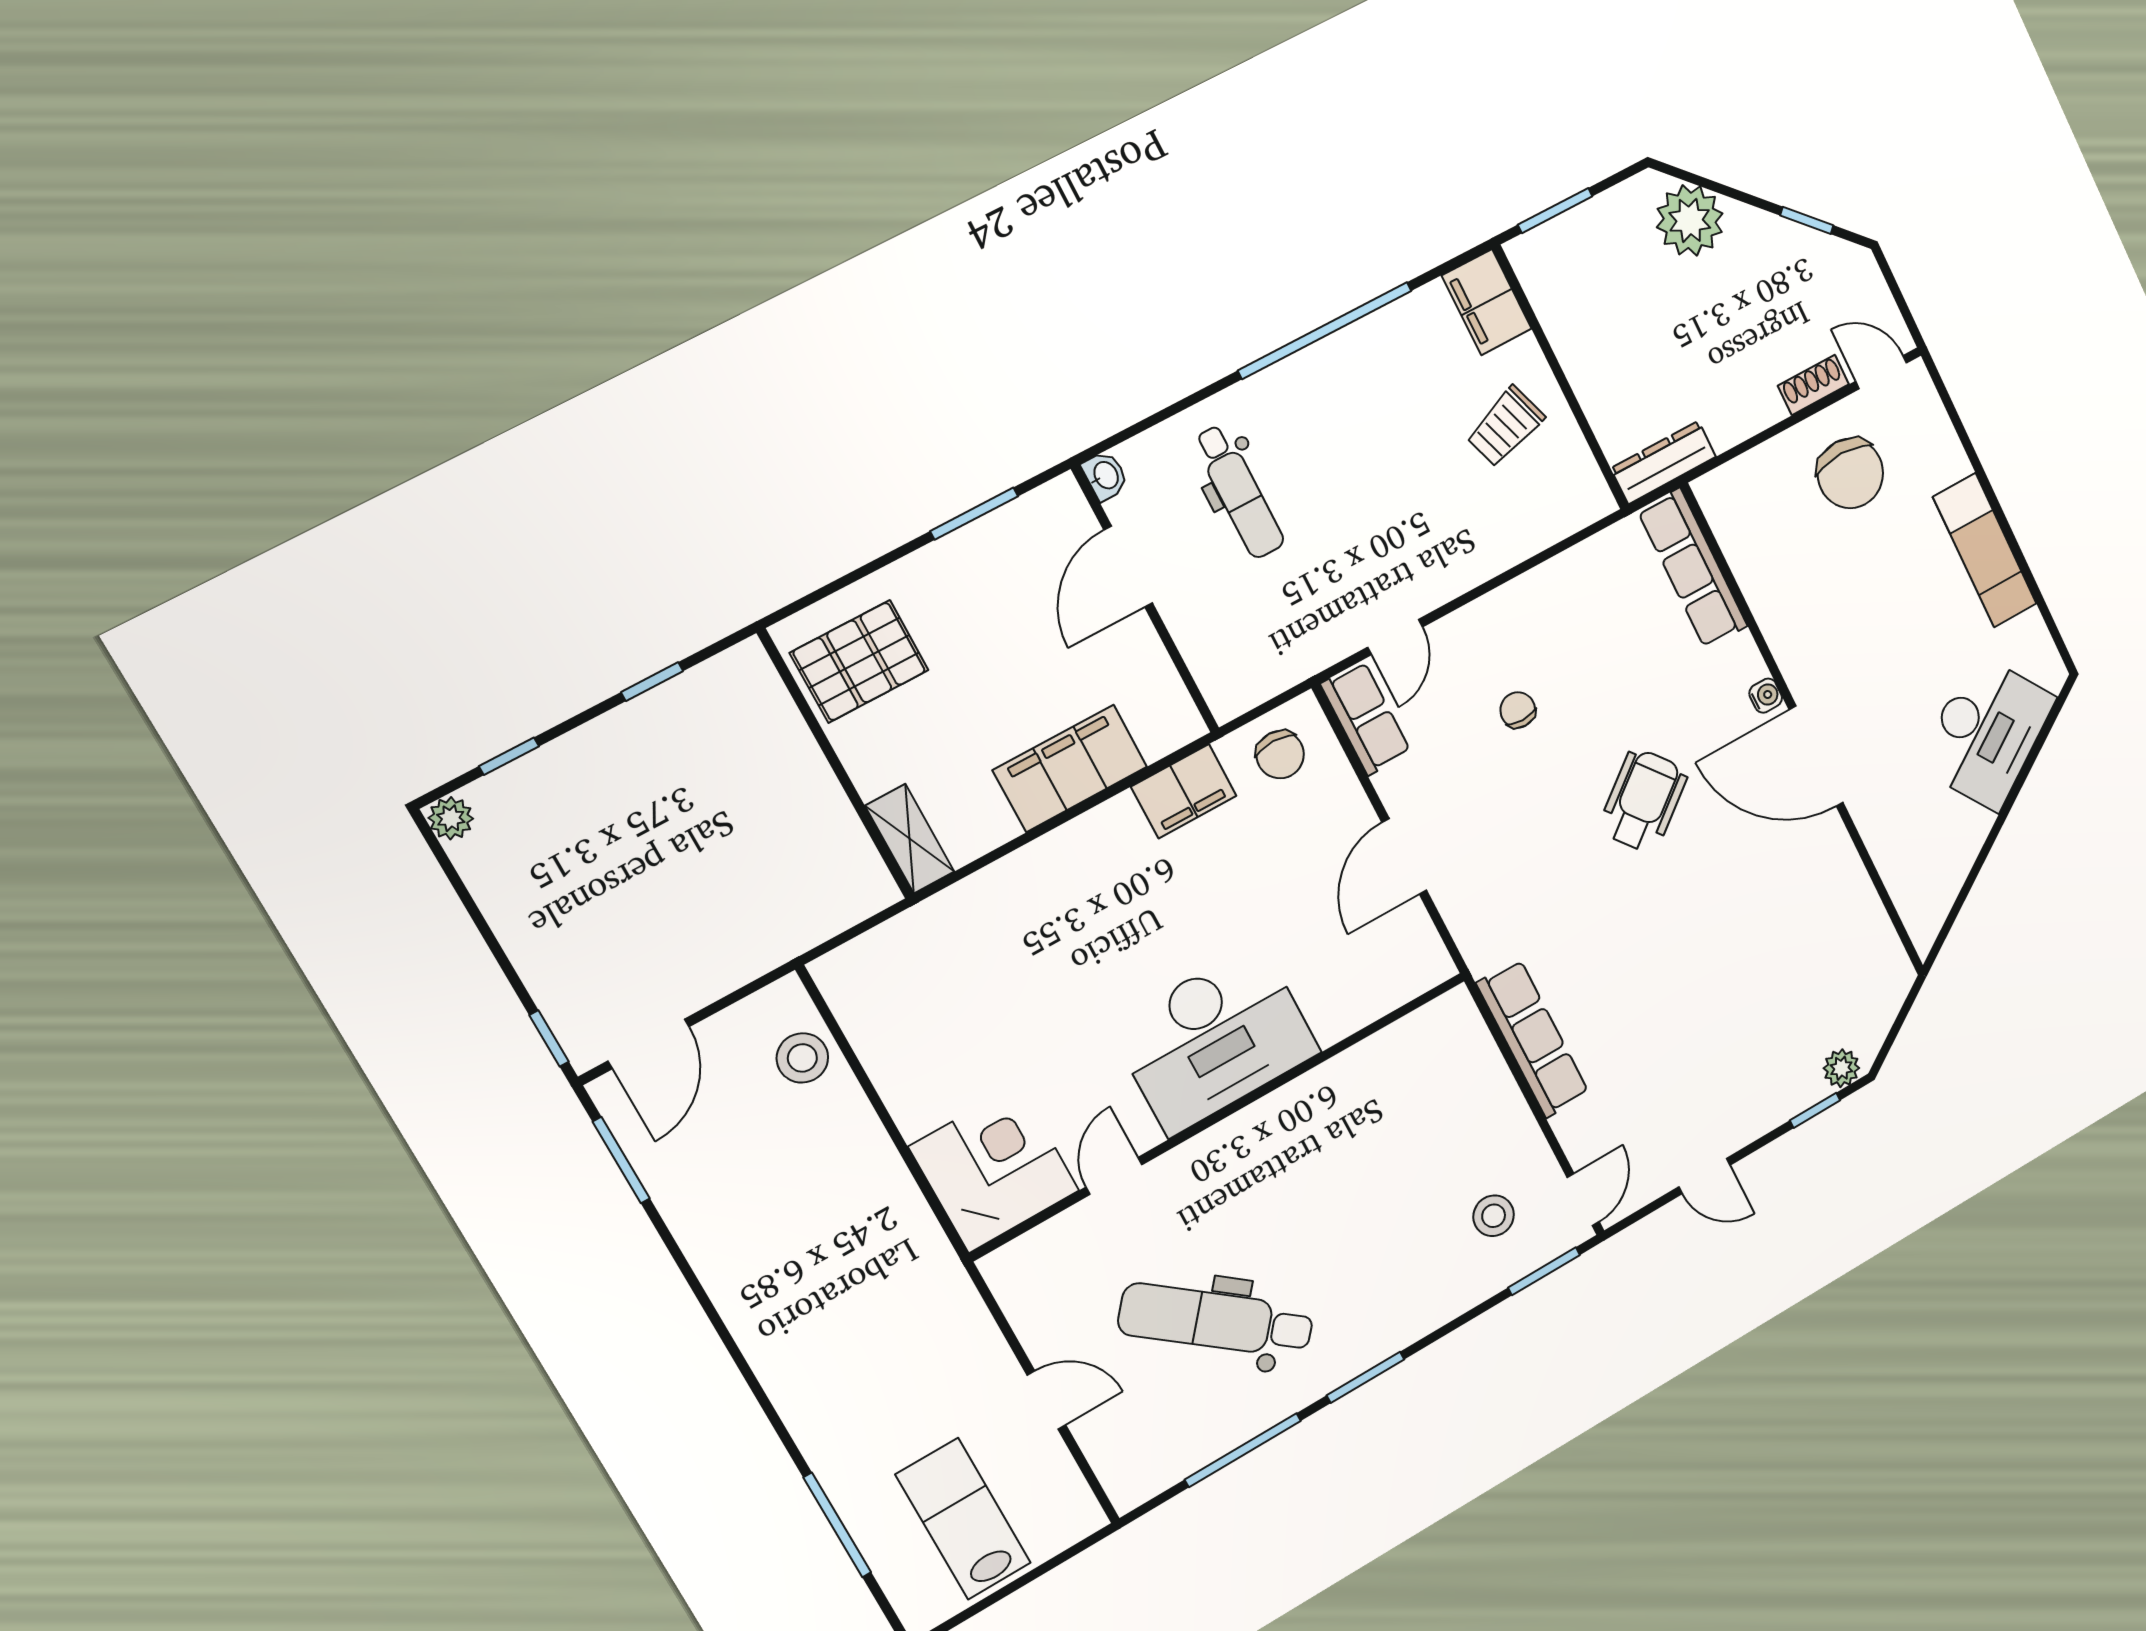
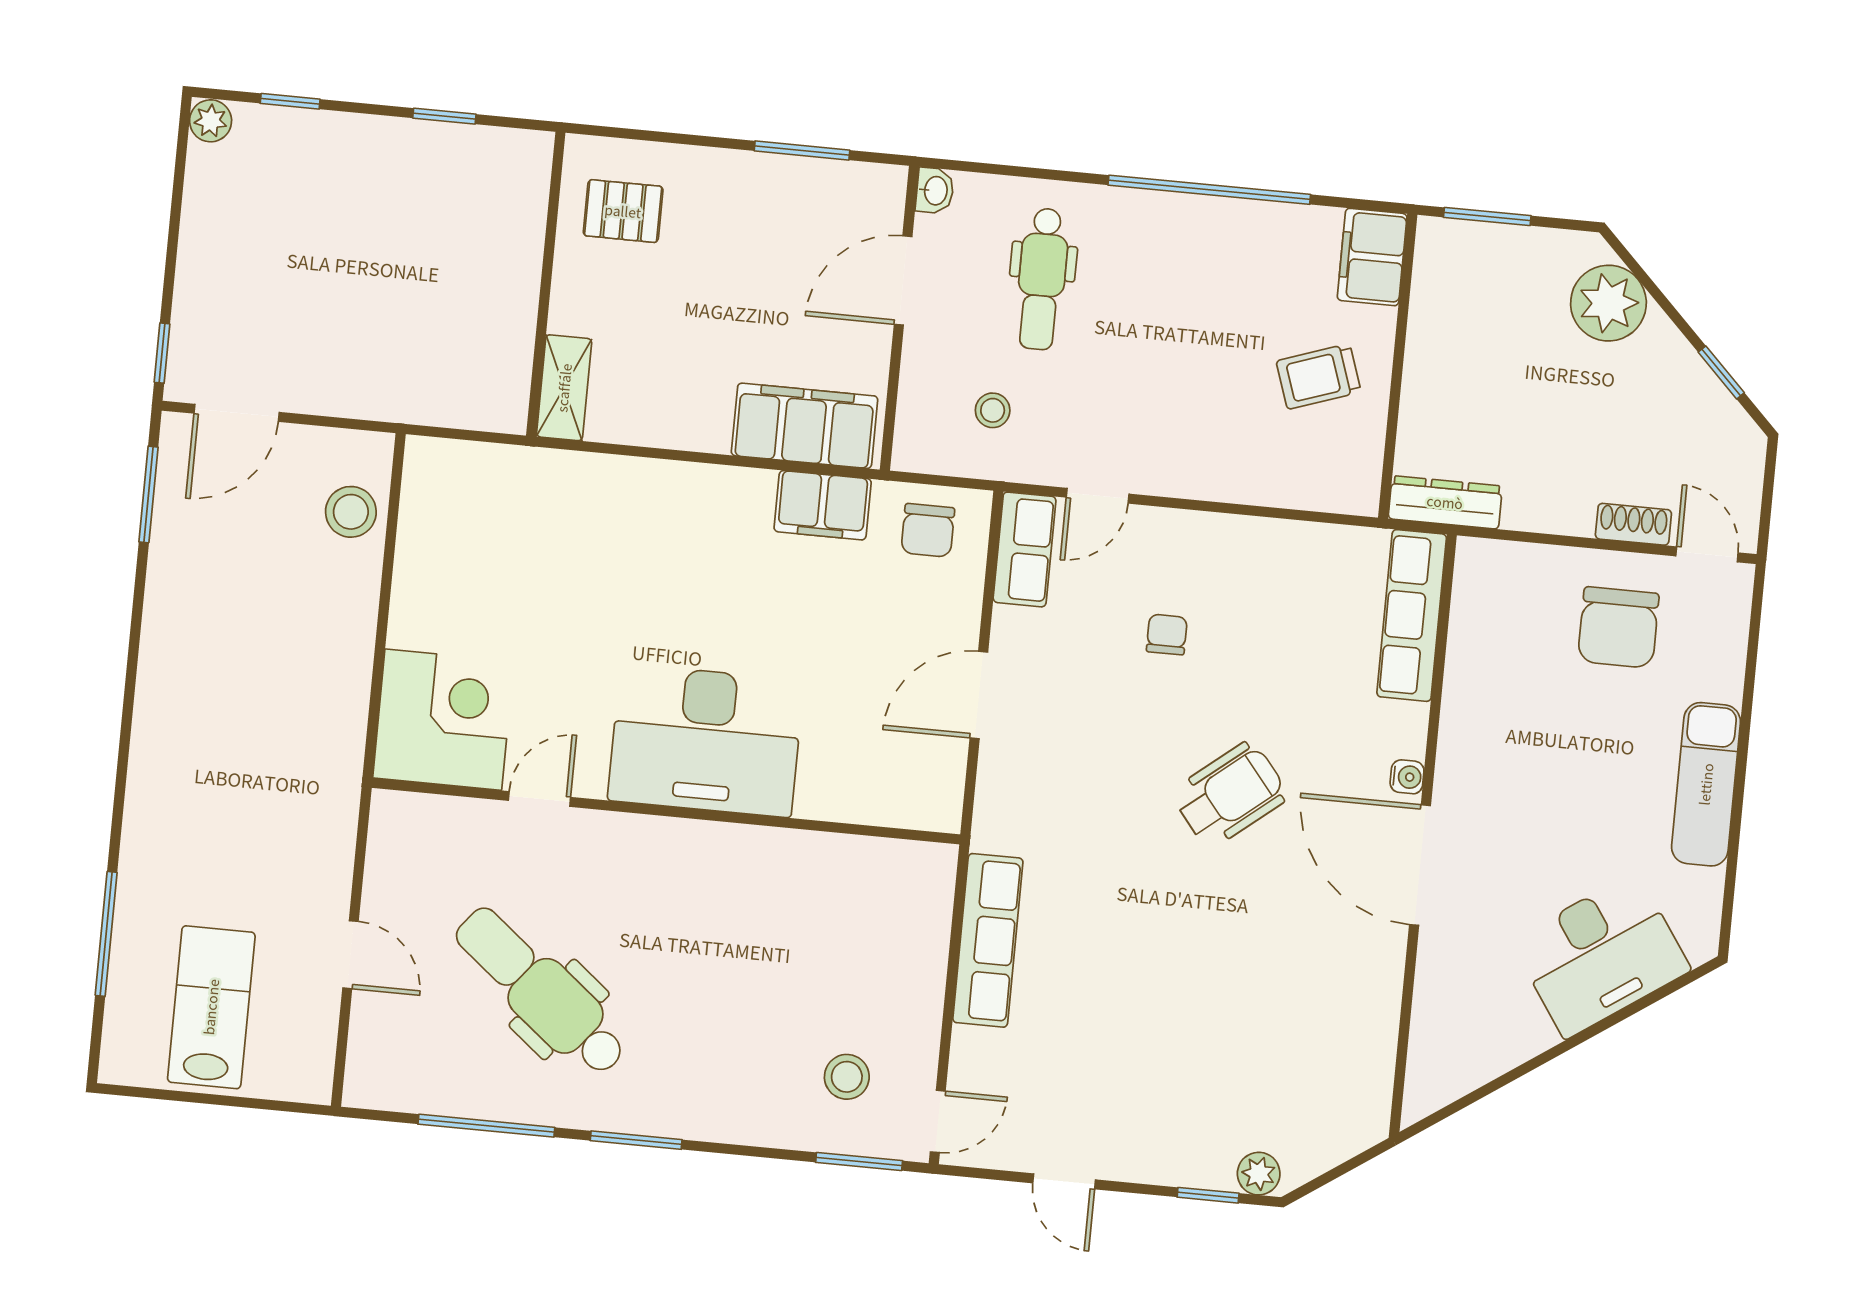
stool: (1269, 624) -> (993, 410), added
pallet: (859, 661) -> (623, 211), width x0.67, depth x0.71
filing cabinet: (1070, 768) -> (805, 426), moved

